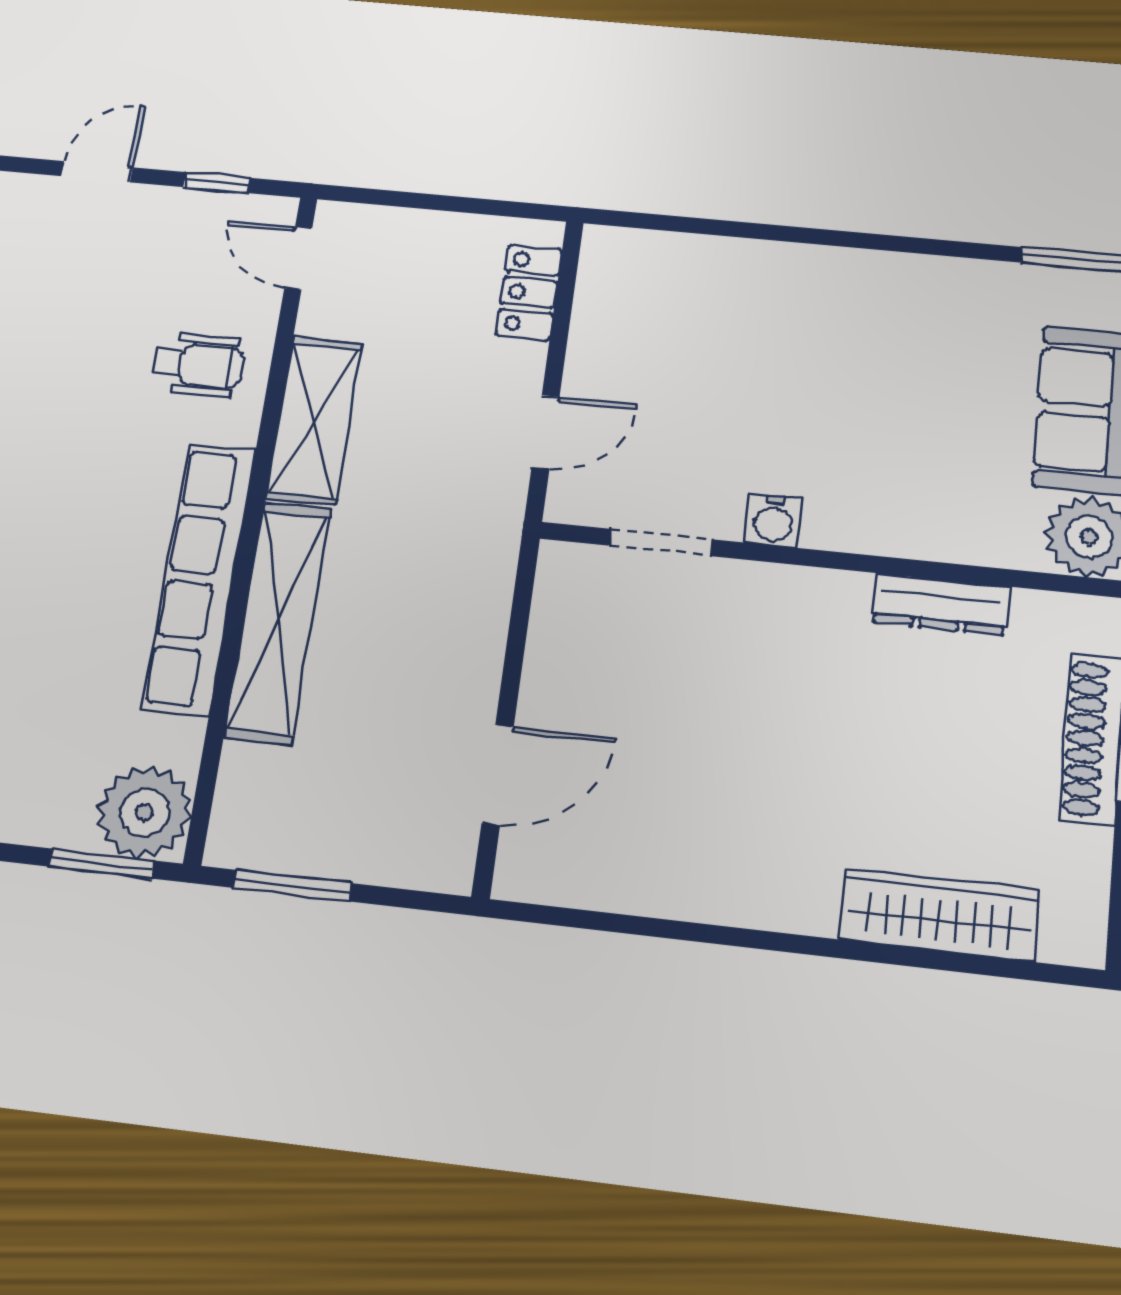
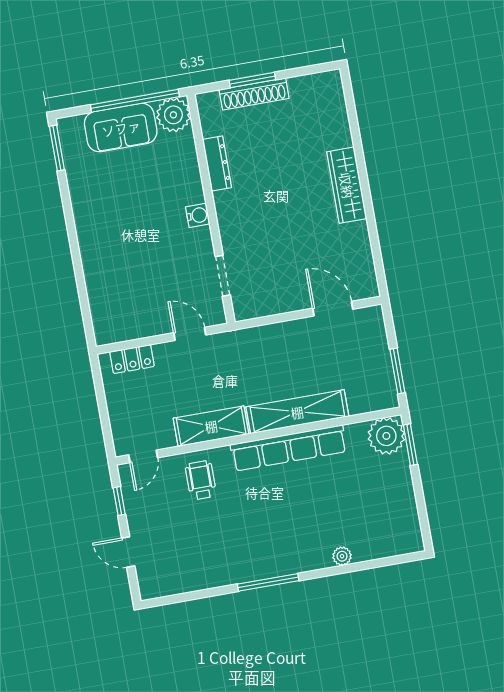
water cooler: (774, 520) -> (198, 215), moved
wardrobe: (939, 914) -> (347, 185), moved

